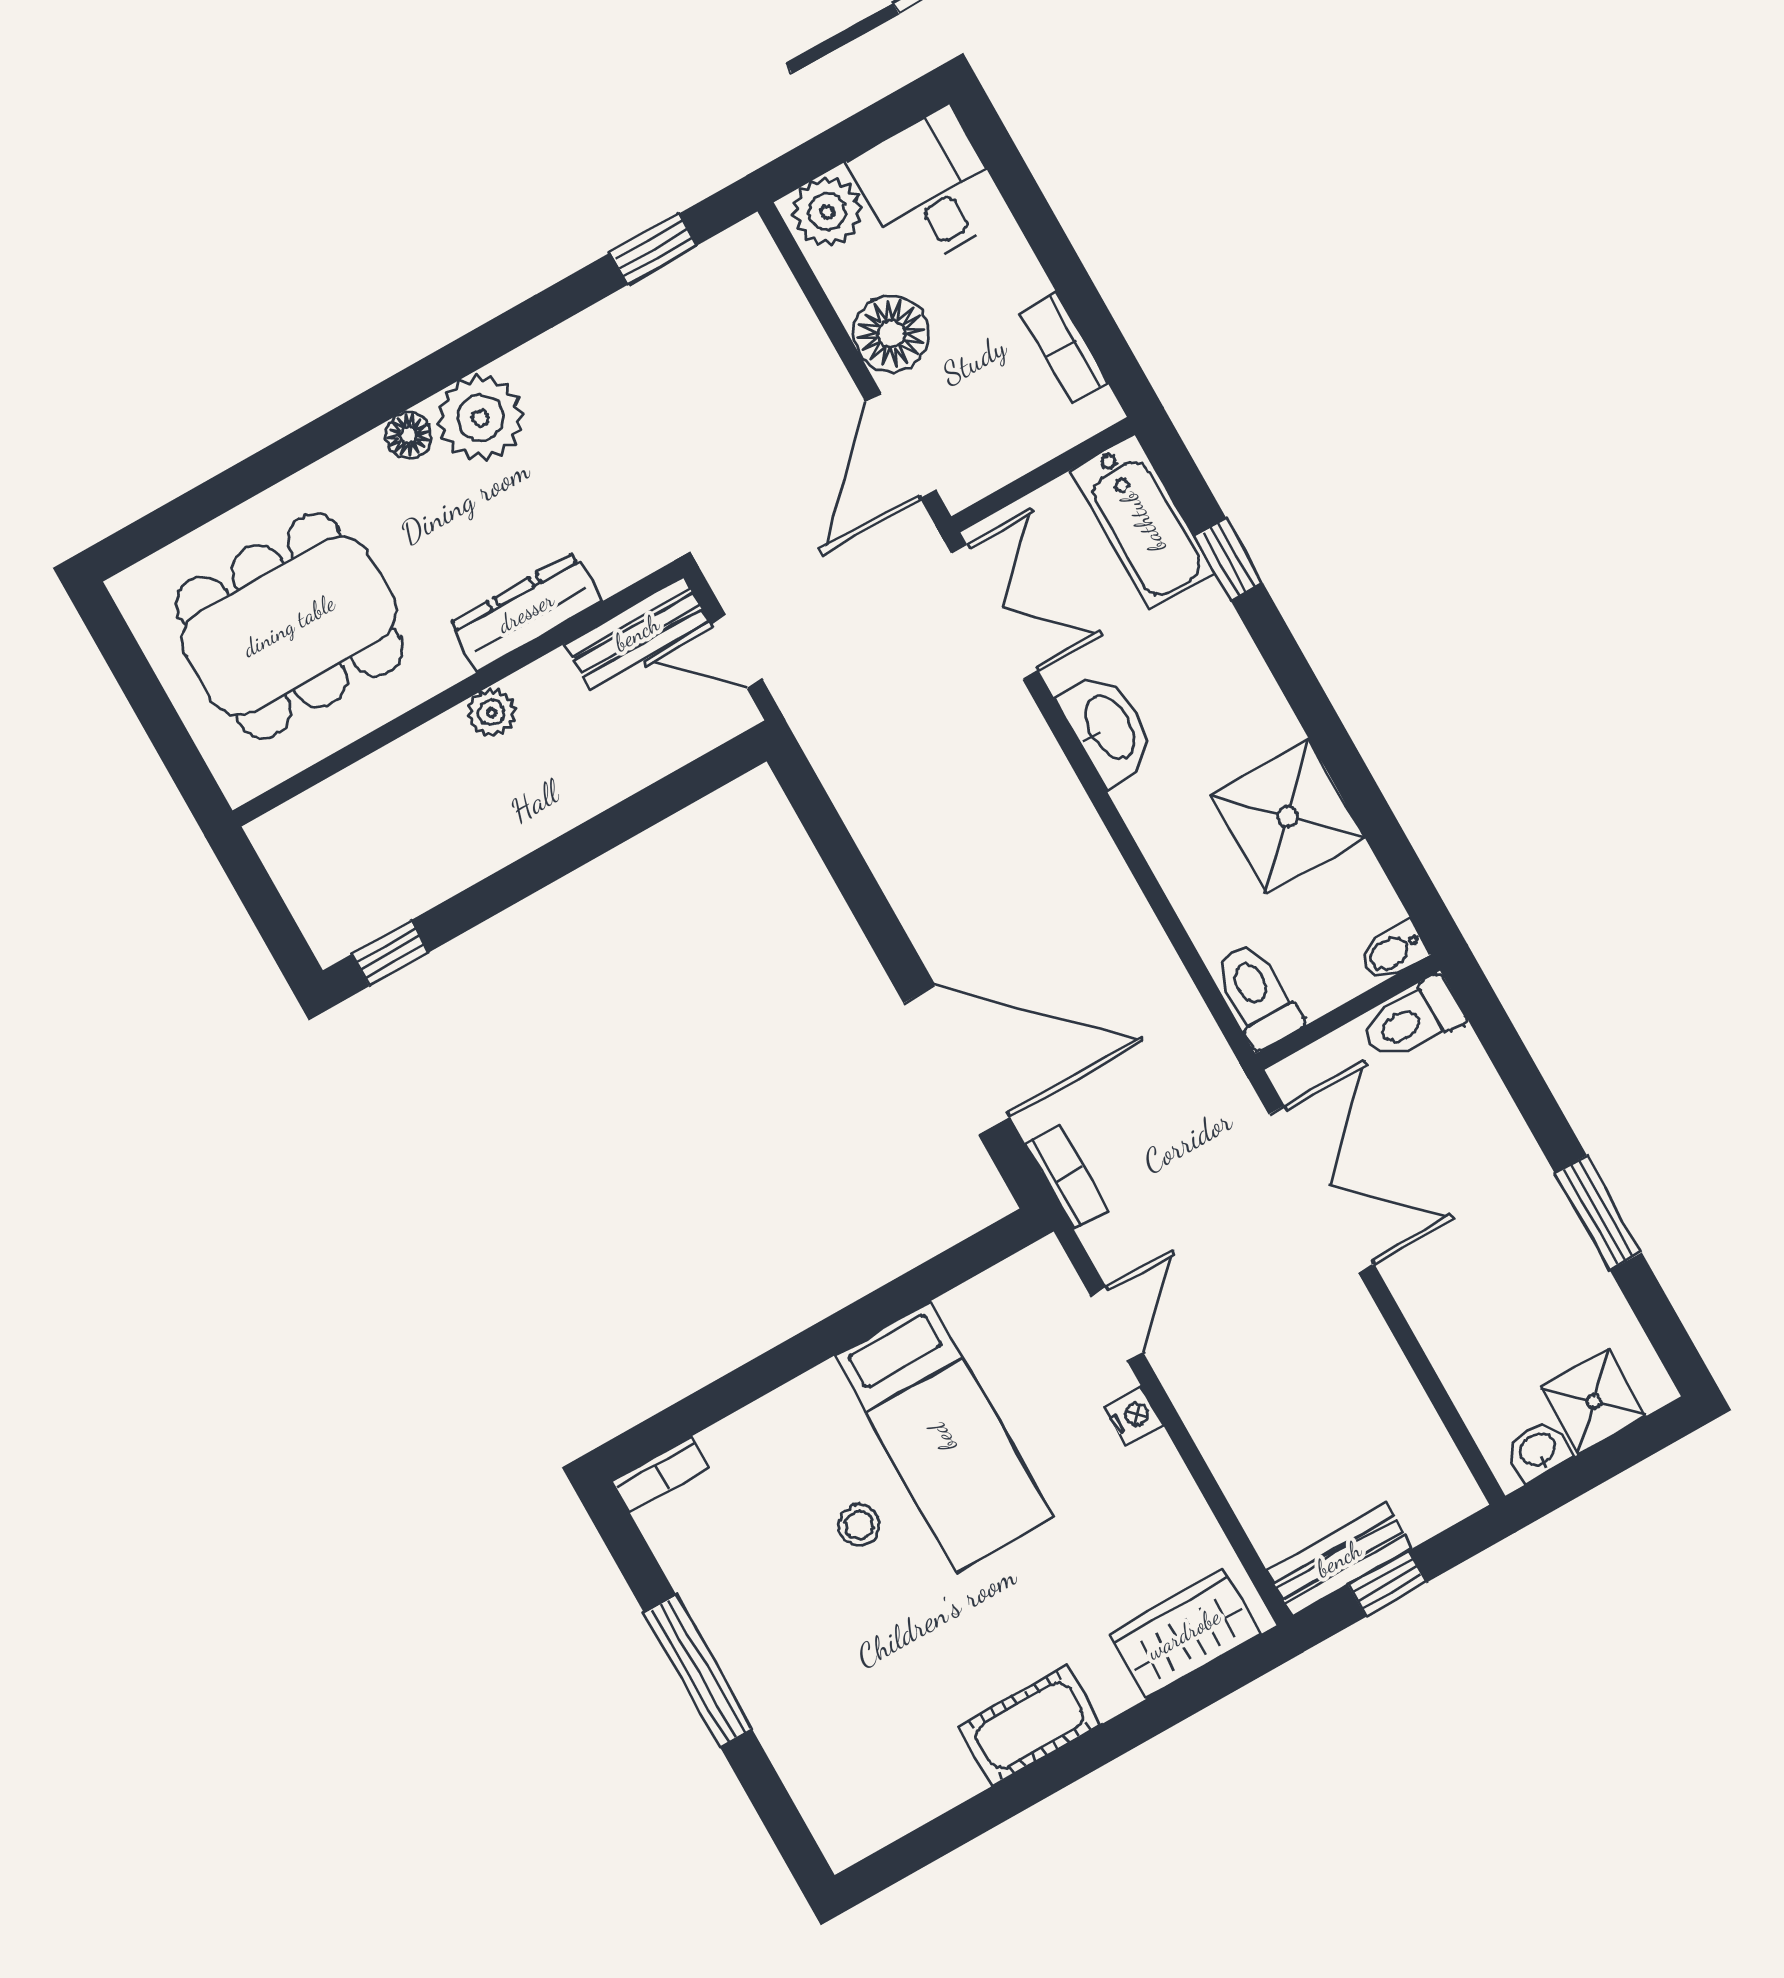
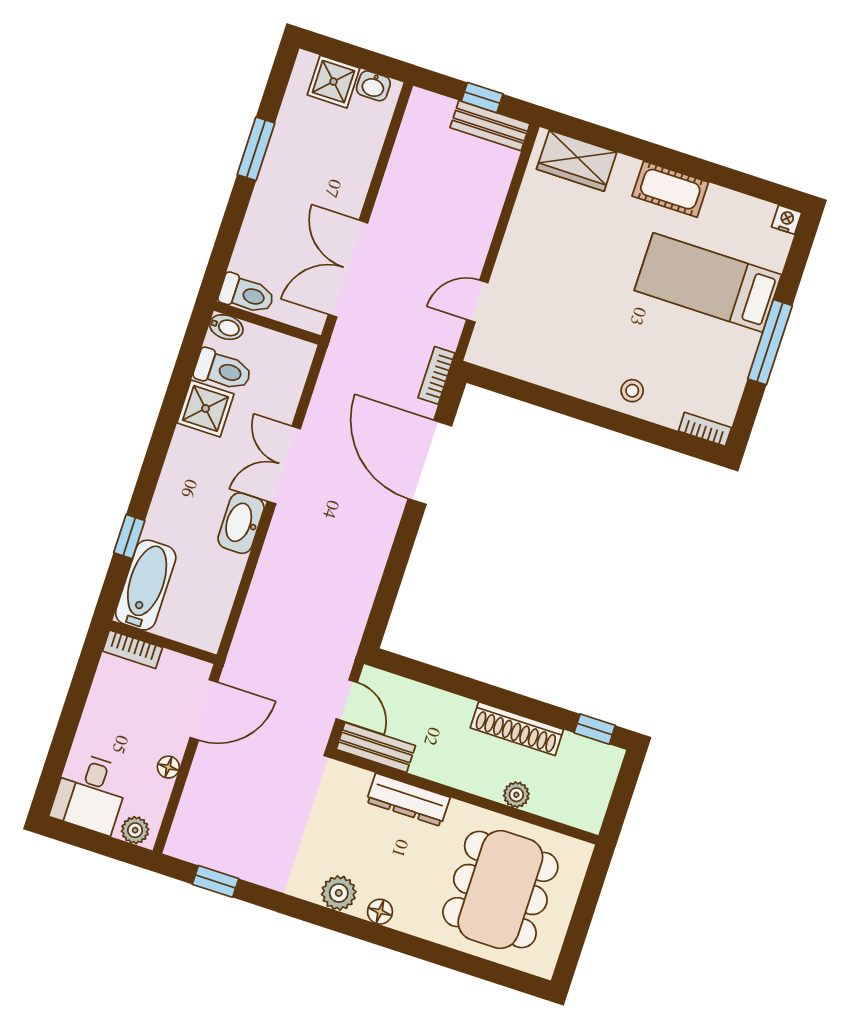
plant: (828, 212) -> (135, 830), width x0.73, depth x0.73
floor lamp: (891, 334) -> (168, 767), width x0.53, depth x0.53
bookcase: (1064, 348) -> (132, 649), moved, turned 90
plant: (480, 418) -> (339, 893), width x0.73, depth x0.73
double door: (995, 612) -> (284, 465), moved
dining table: (289, 626) -> (500, 890), turned 90
plant: (492, 712) -> (516, 795), moved
shower: (1288, 816) -> (205, 408), width x0.73, depth x0.73
shoe rack: (487, 848) -> (517, 729), added
toilet: (1257, 995) -> (223, 370), moved, turned -90
nightstand: (1134, 1416) -> (787, 220), moved, turned 90
bed: (943, 1437) -> (708, 283), moved, turned -90
stool: (859, 1525) -> (632, 391), moved

